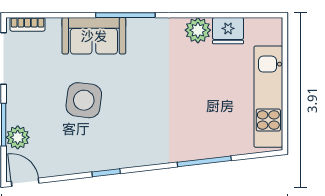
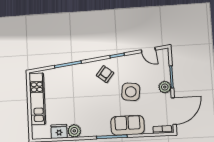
plant: (18, 137) -> (165, 87), moved
armchair: (132, 138) -> (105, 74), added
door: (25, 182) -> (148, 50), moved

